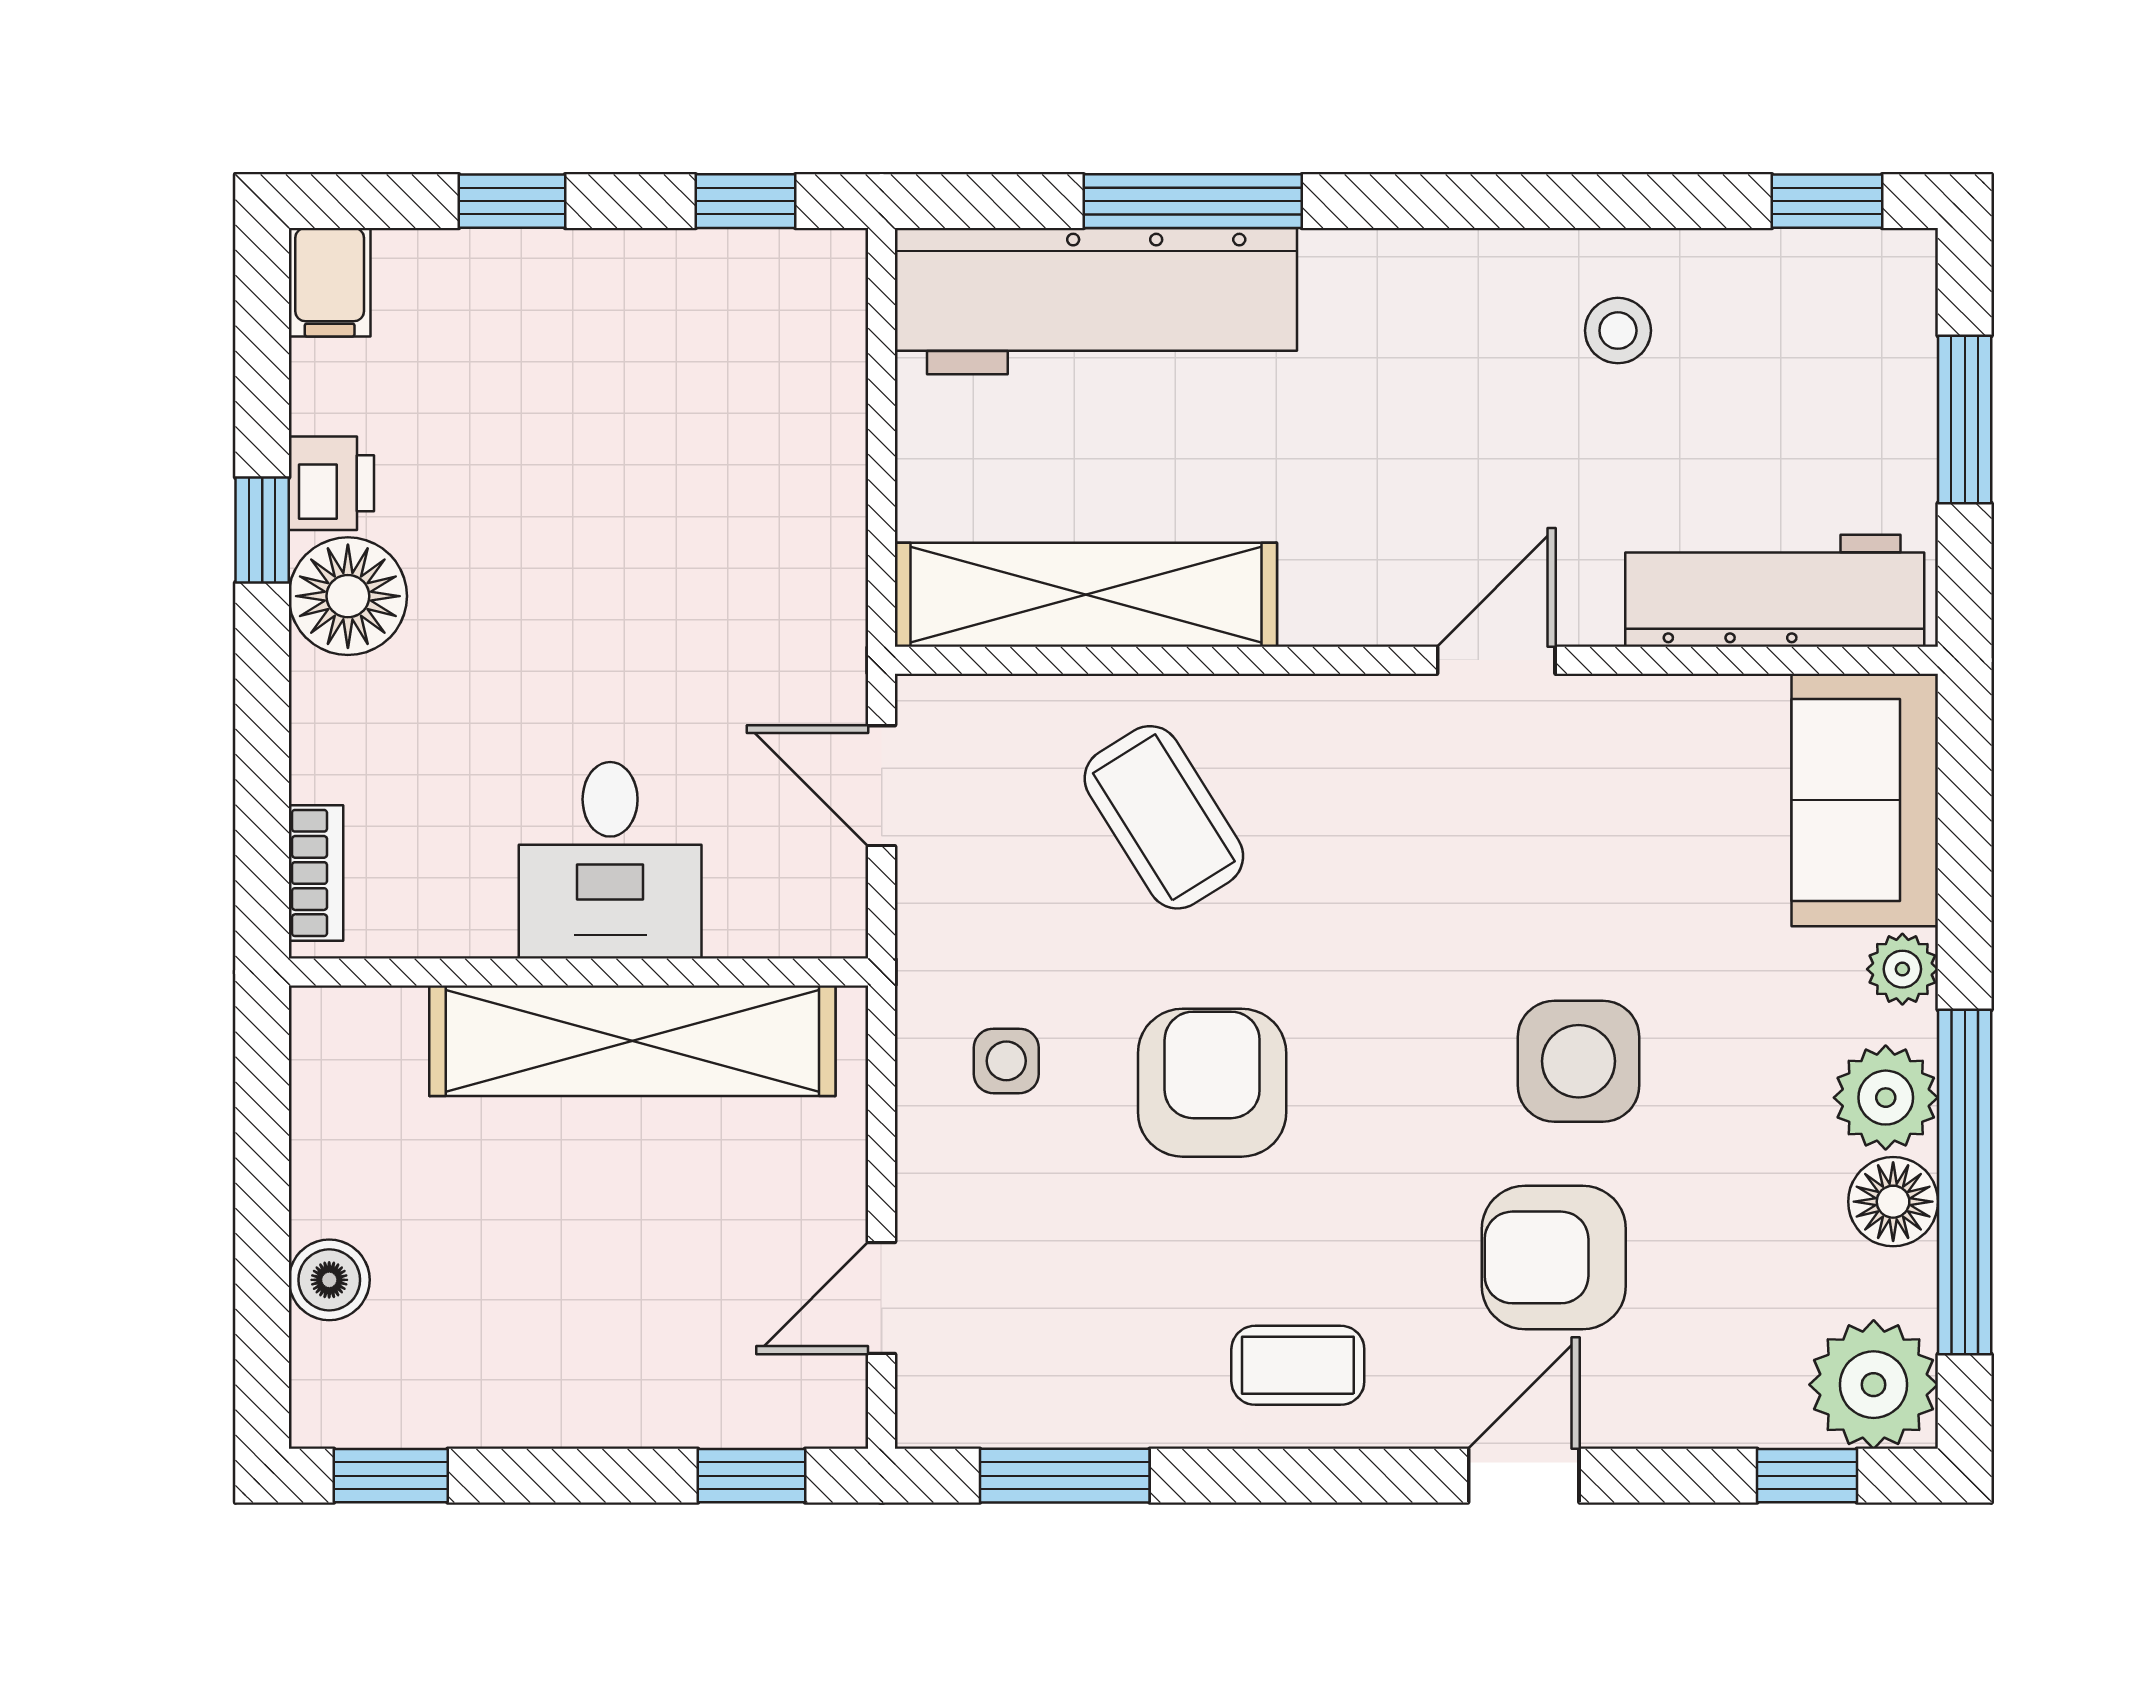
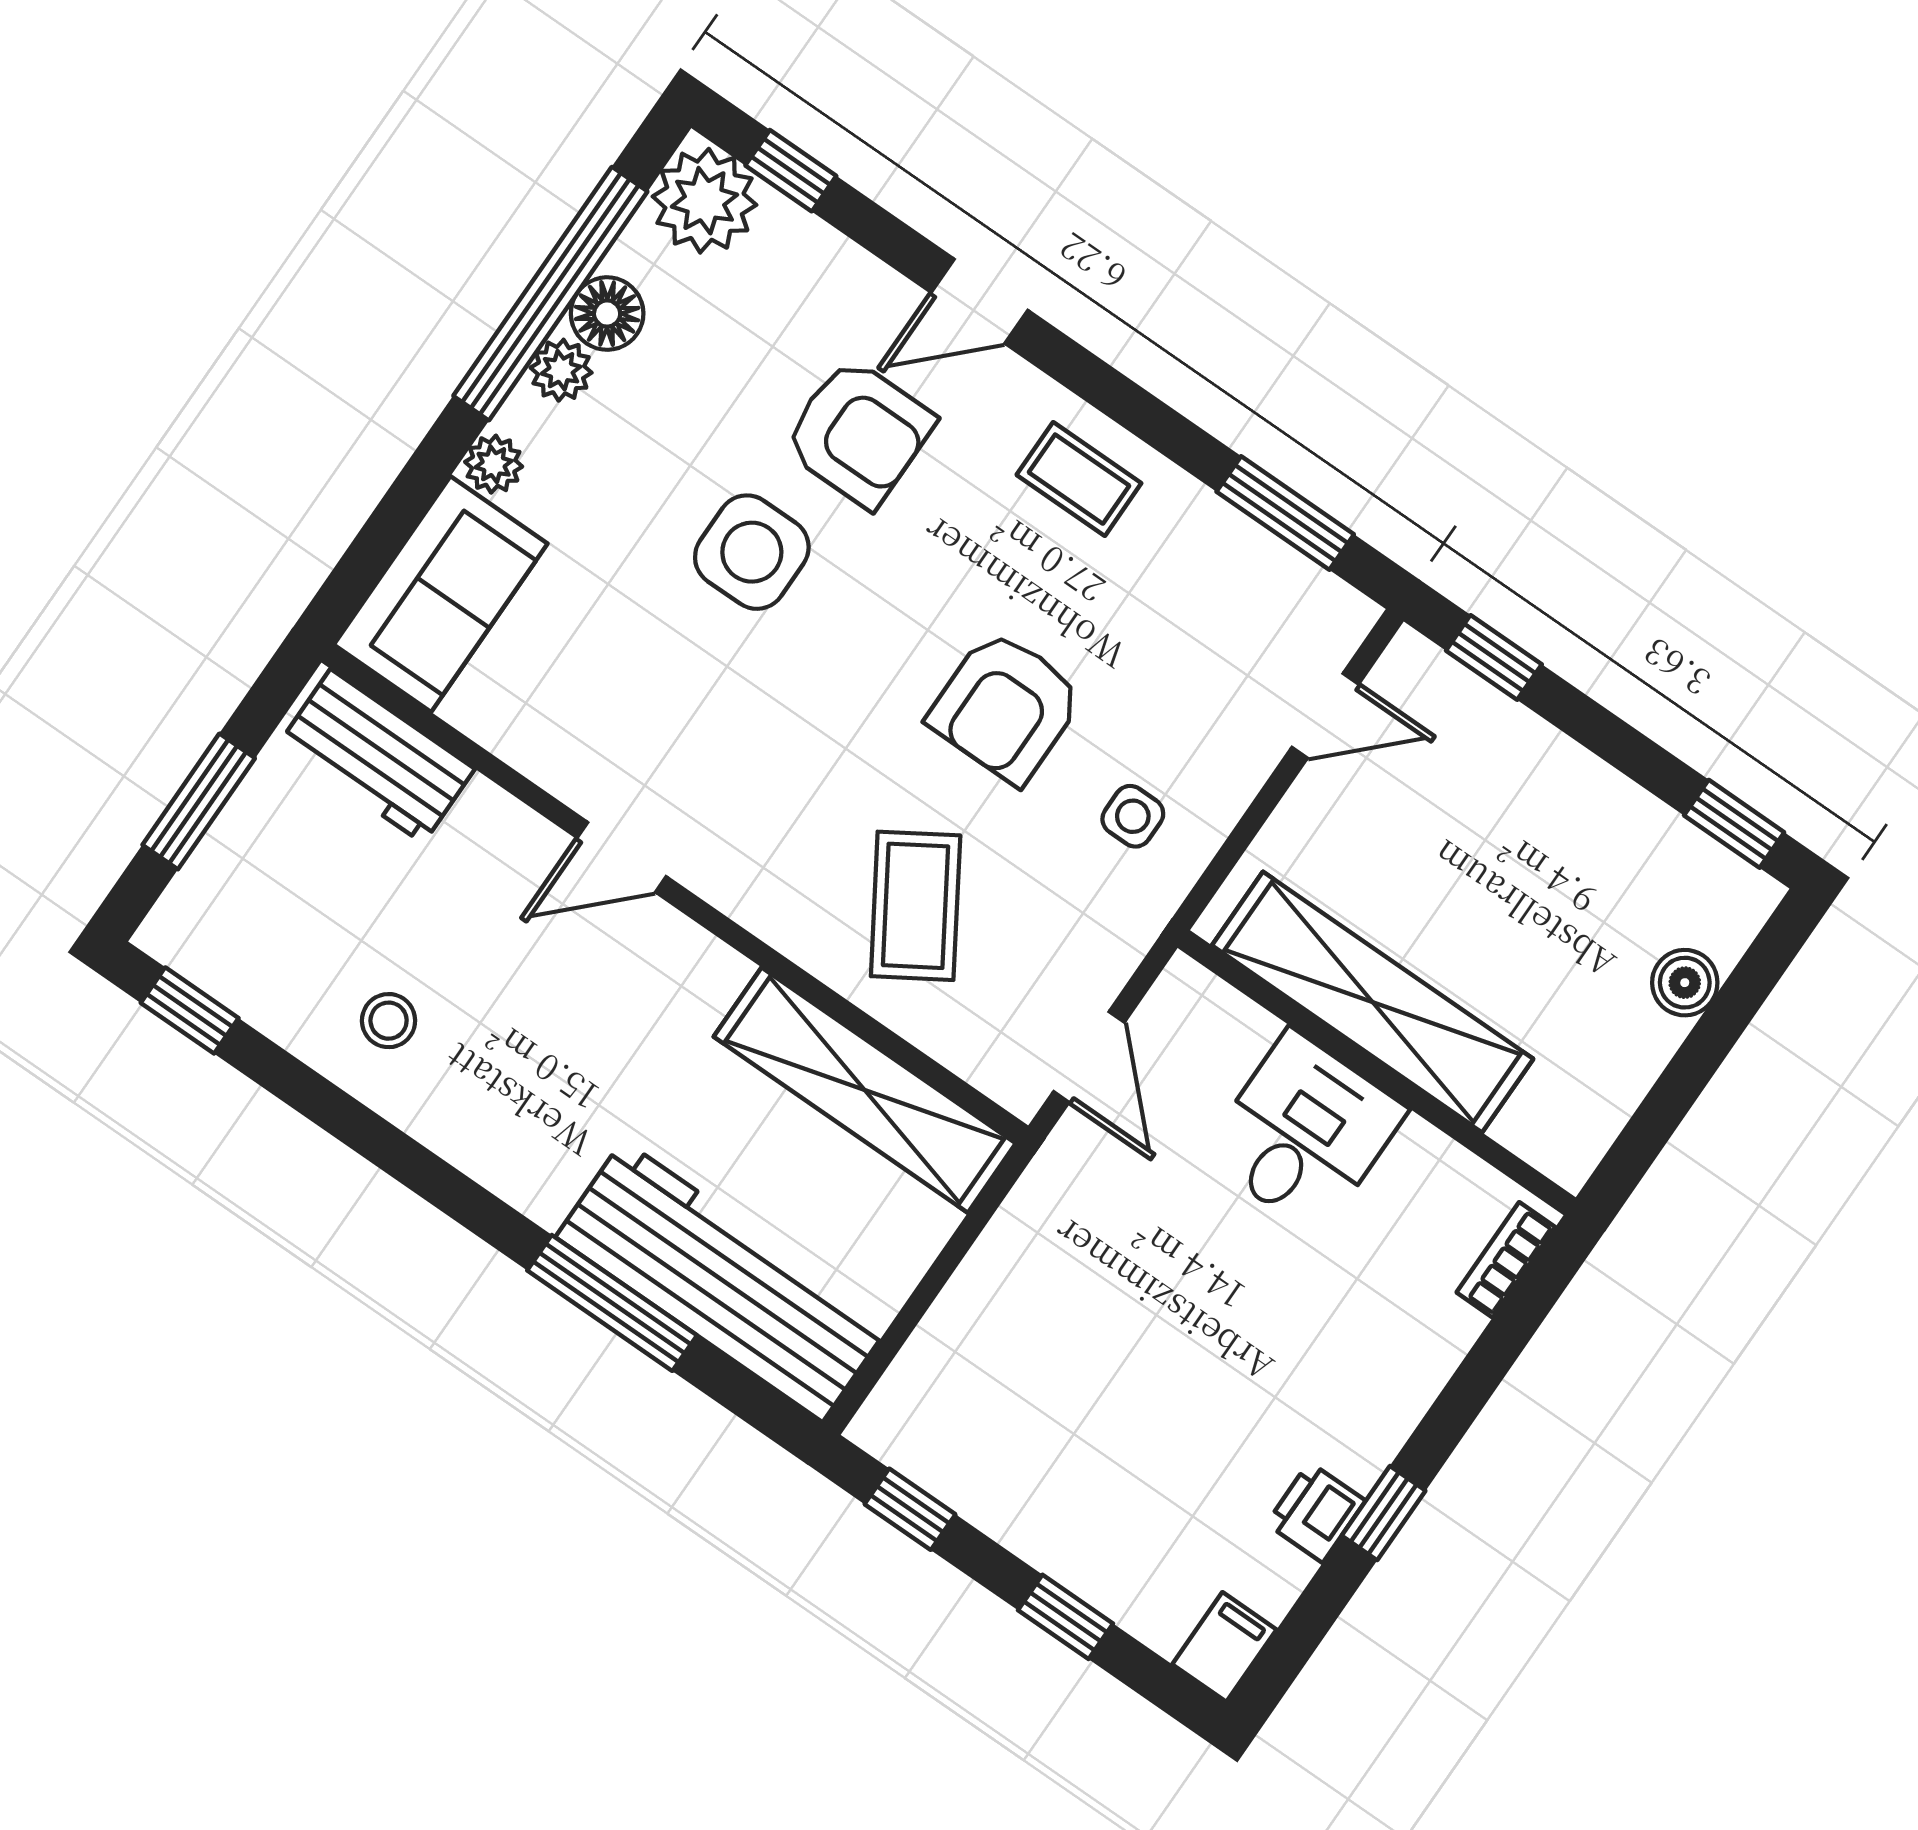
workbench: (1775, 591) -> (377, 756), width x0.73
floor lamp: (348, 596) -> (1357, 1429), removed
plant: (1886, 1098) -> (561, 370), width x0.73, depth x0.73

